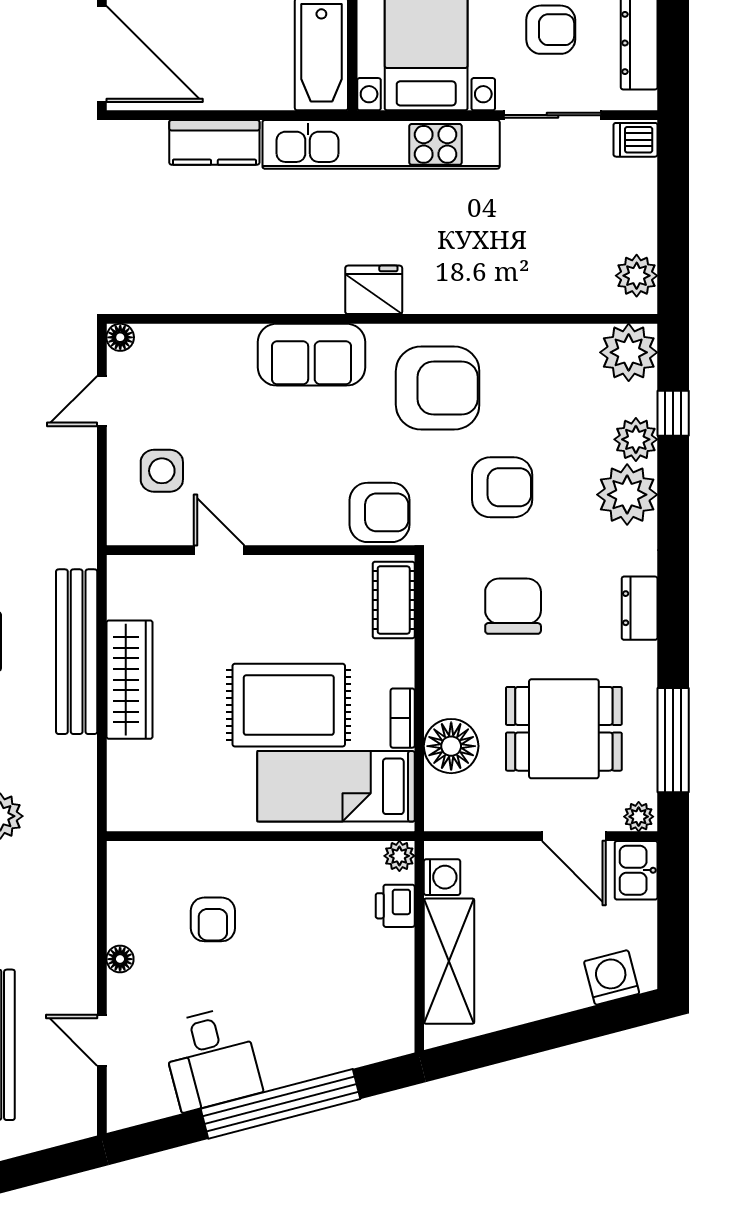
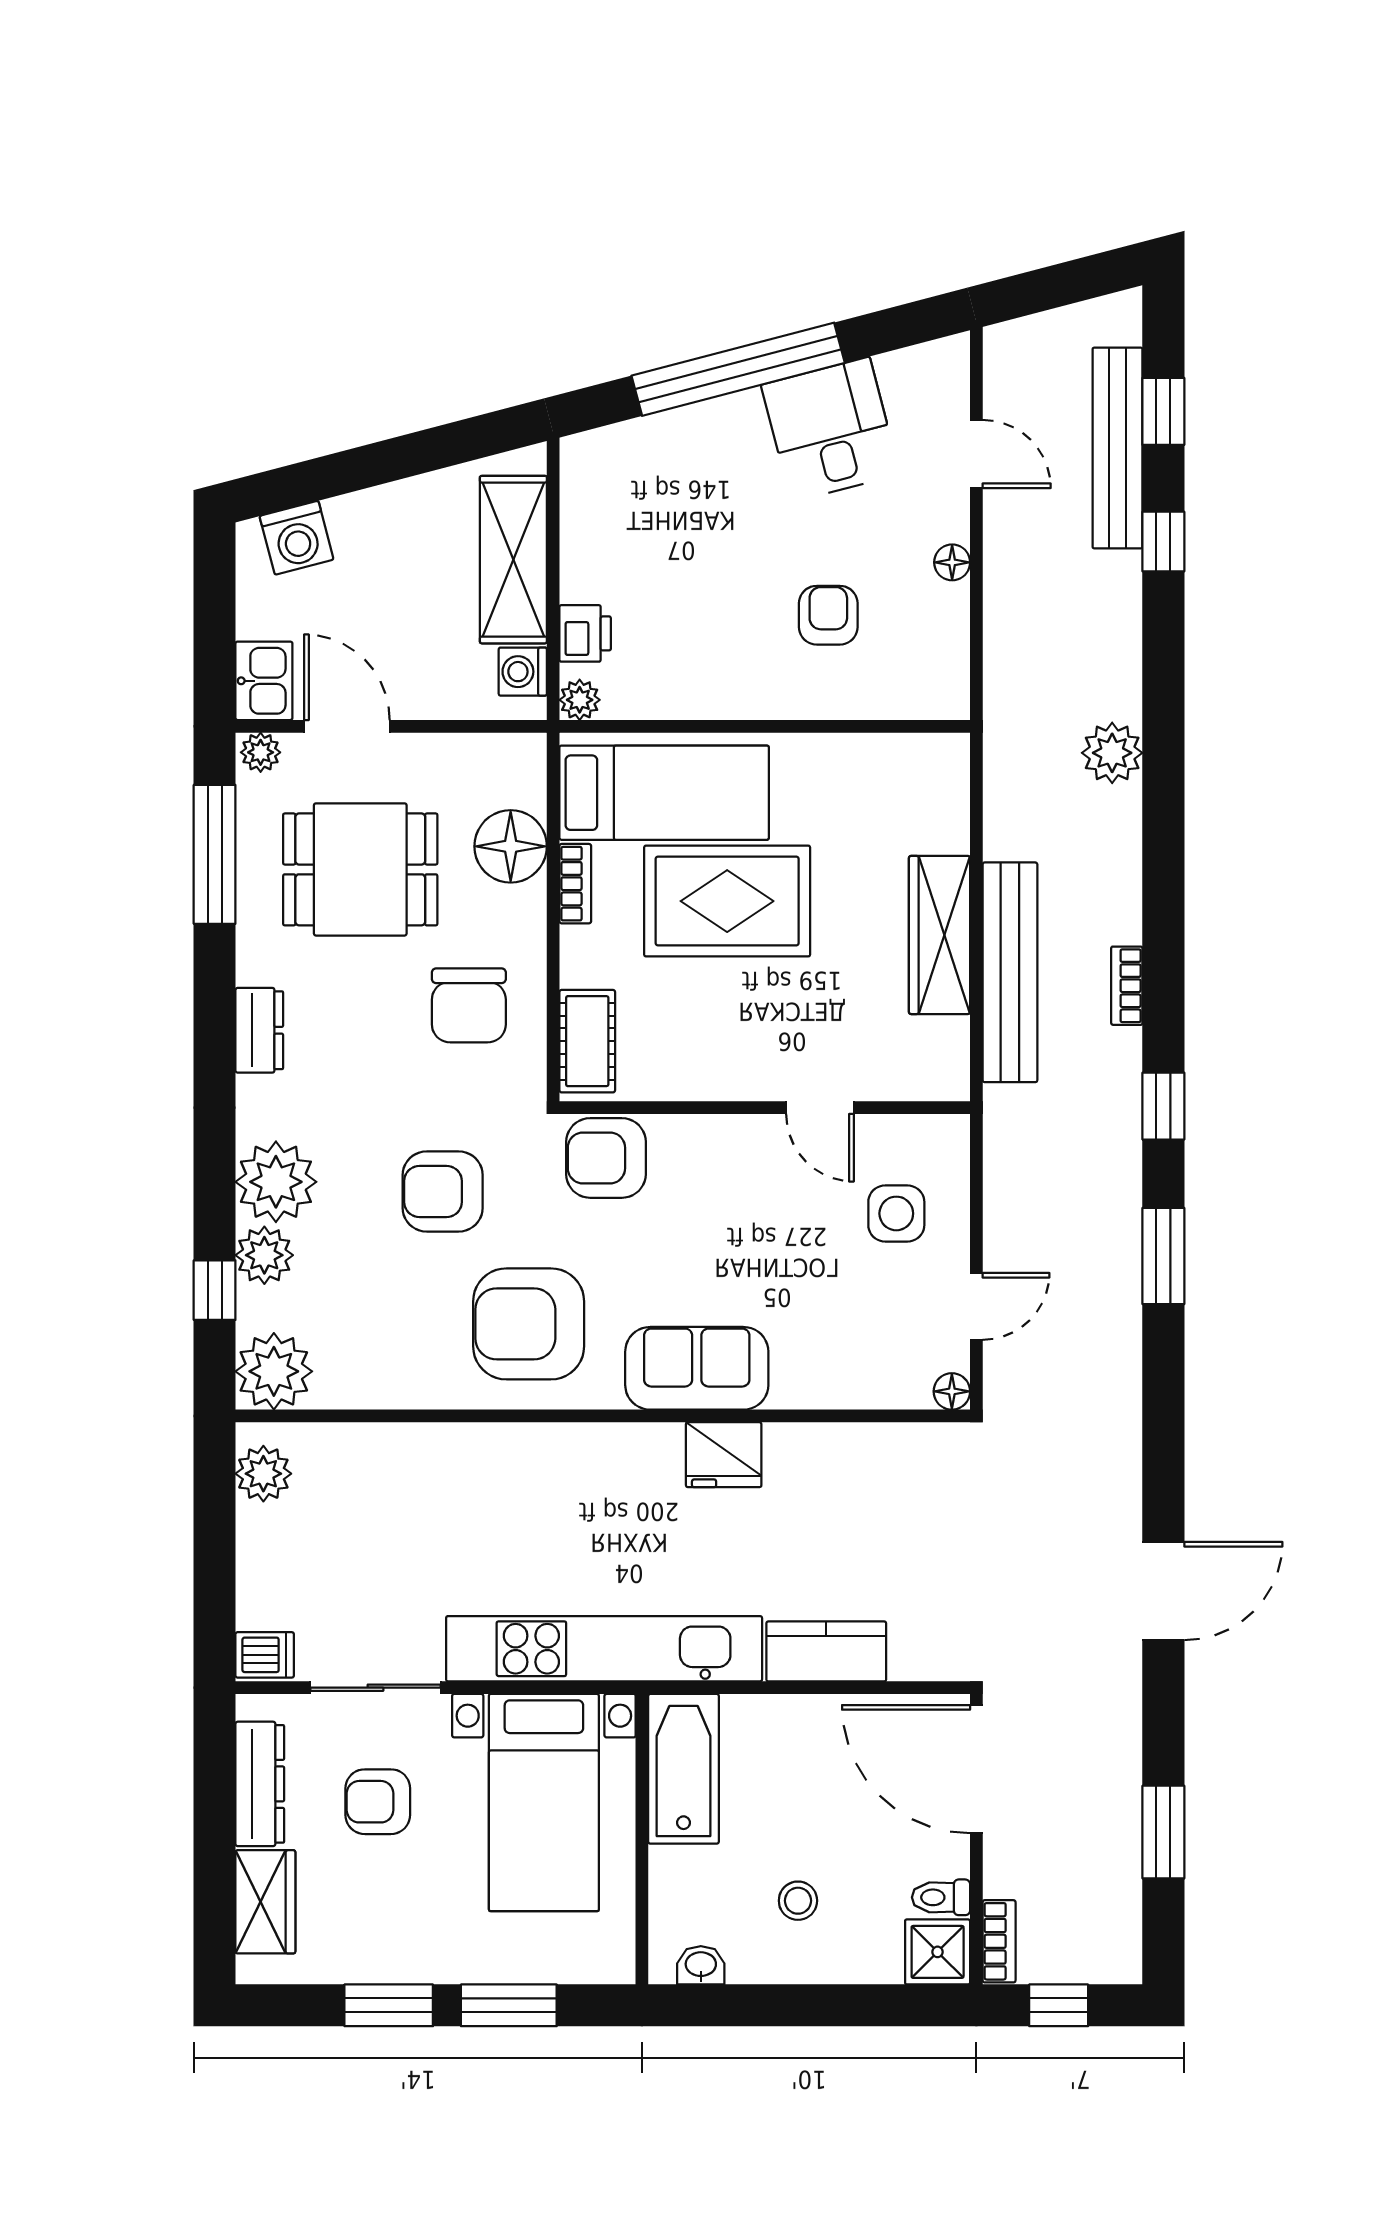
fridge: (374, 290) -> (724, 1455), moved
chair: (513, 606) -> (469, 1005), moved

